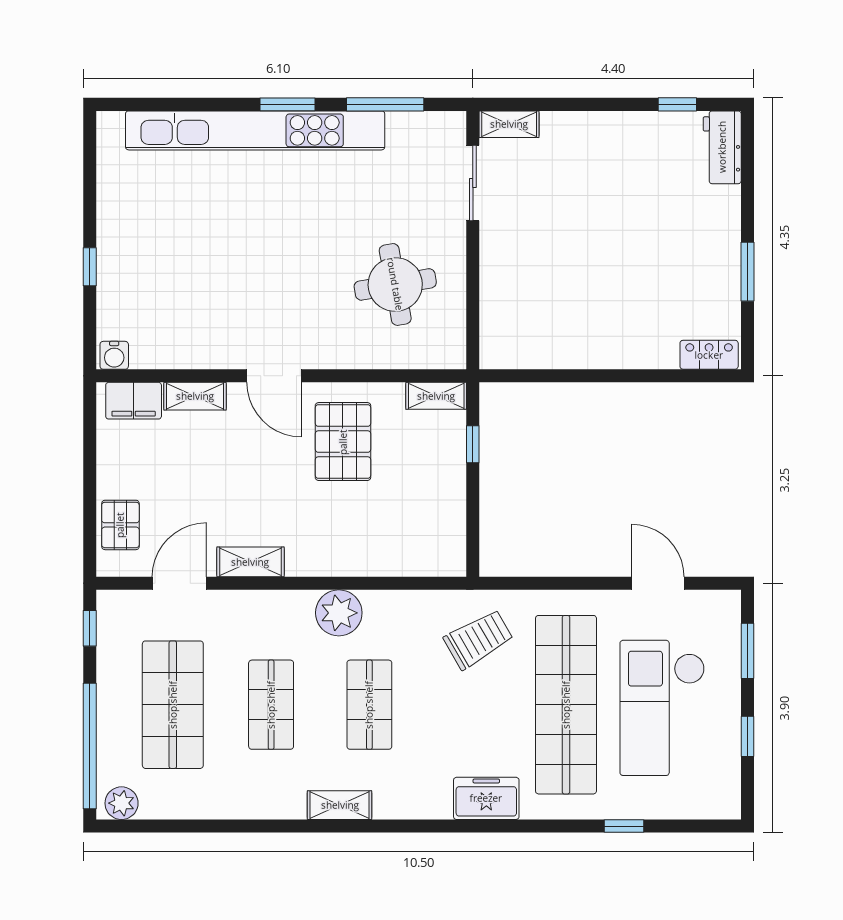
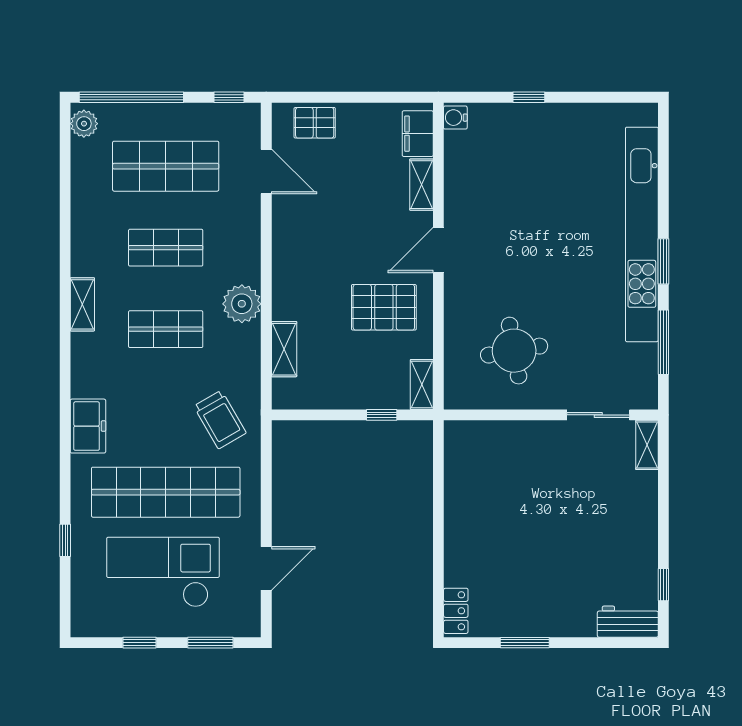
shelving: (250, 562) -> (284, 349), moved

